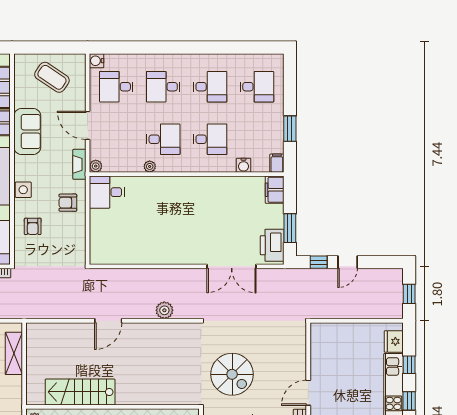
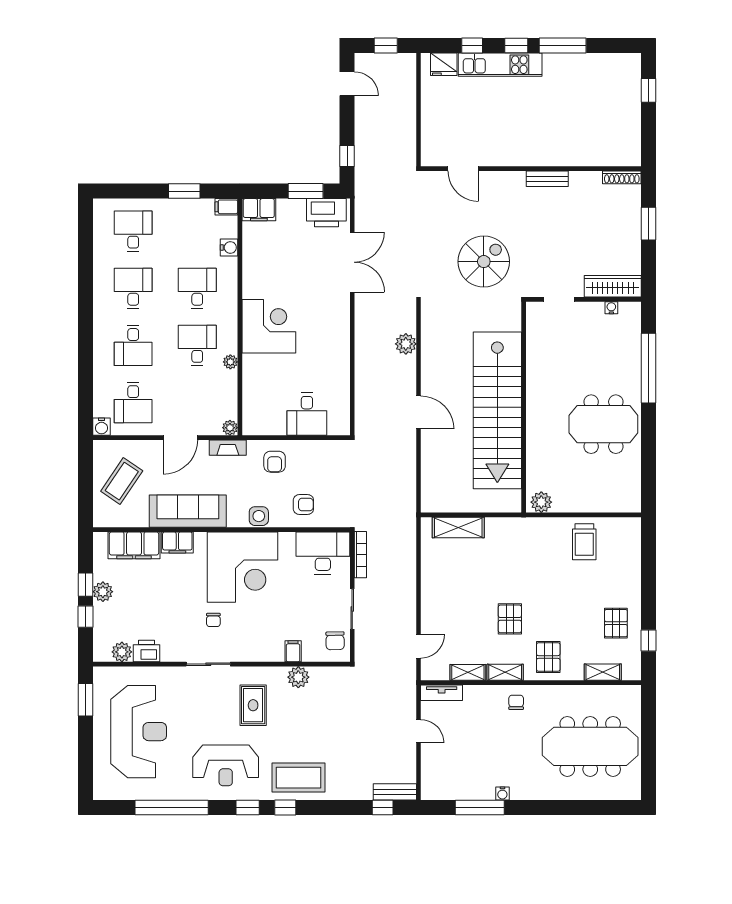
sofa: (27, 132) -> (188, 511), width x1.36
desk: (107, 192) -> (307, 414), moved
corner desk: (179, 198) -> (269, 326), added
door: (348, 262) -> (347, 84), moved
stairs: (80, 392) -> (497, 410), width x1.86, depth x1.51
door: (308, 393) -> (463, 169), moved

